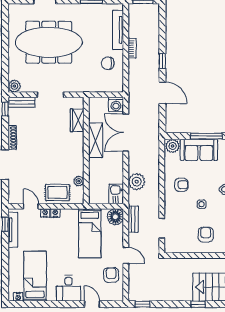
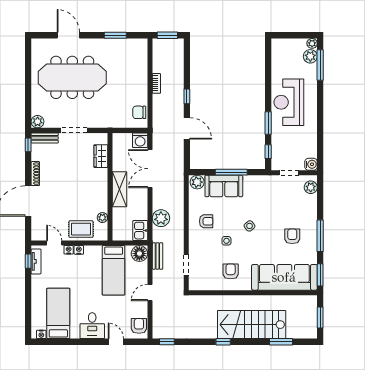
tv unit: (118, 30) -> (142, 65), removed
chair: (108, 63) -> (139, 112), moved
shelving: (96, 140) -> (119, 189), moved
tv unit: (13, 230) -> (36, 261), width x0.71
door: (126, 255) -> (150, 293), swing flipped
armchair: (111, 275) -> (139, 326), moved

